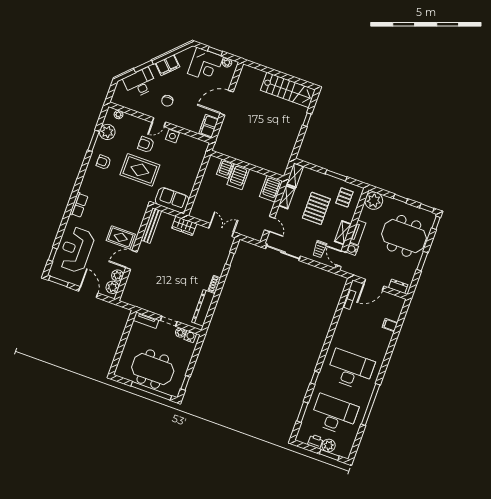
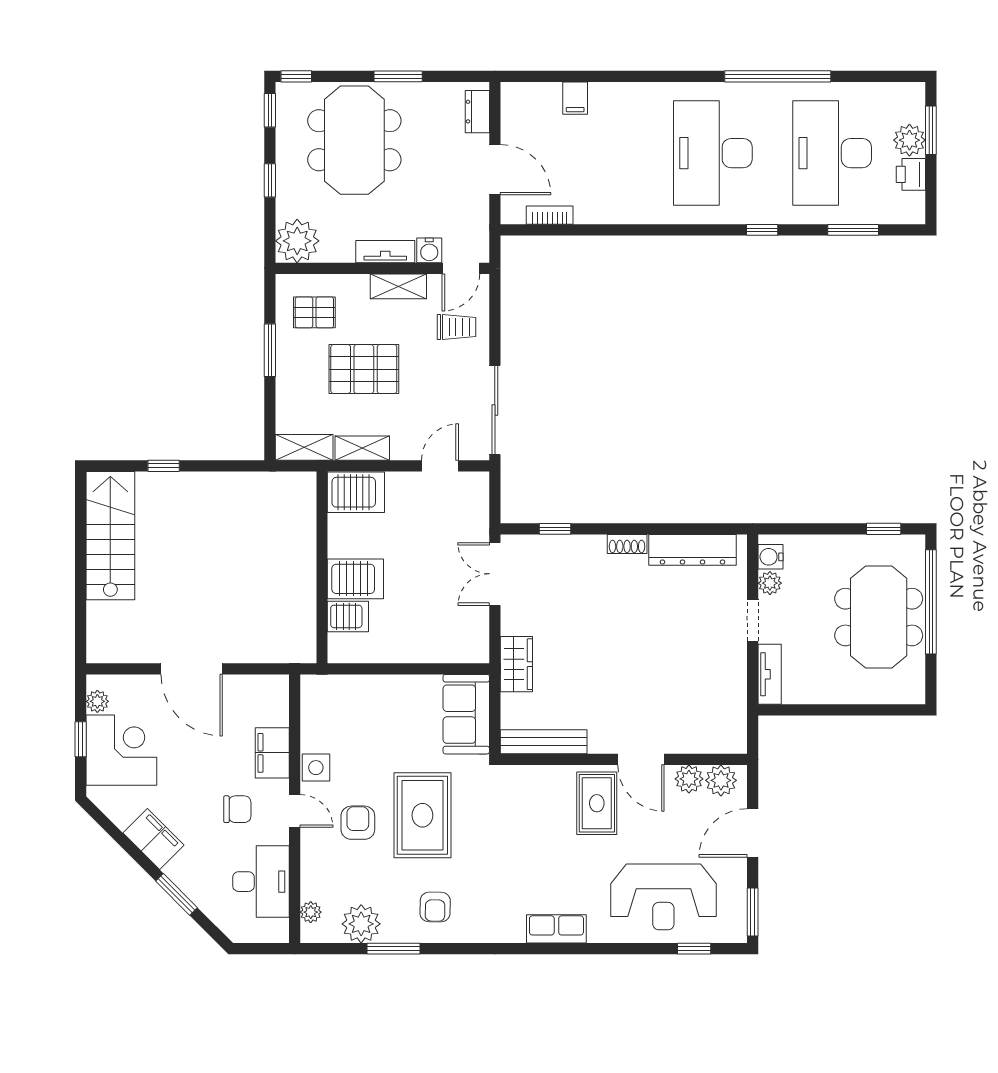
desk: (140, 83) -> (261, 882), moved, turned -135
filing cabinet: (209, 126) -> (272, 753), moved, turned 90
armchair: (146, 144) -> (358, 823), turned 180

